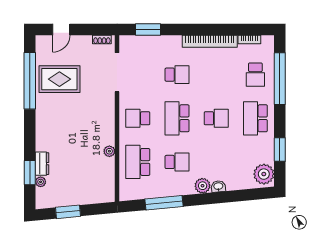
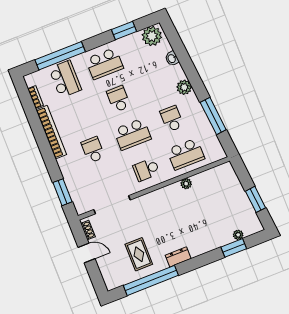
door: (61, 29) -> (86, 253), moved
school desk: (255, 75) -> (65, 79), width x1.85
rug: (59, 79) -> (139, 254), width x0.73, depth x0.70
school desk: (138, 118) -> (146, 170), turned 90
dresser: (42, 164) -> (178, 257), moved
washbasin: (218, 186) -> (172, 59), moved

